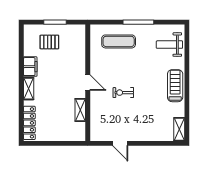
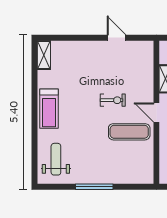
exercise mat: (119, 41) -> (129, 132), moved
weight bench: (169, 45) -> (56, 159), turned -90

